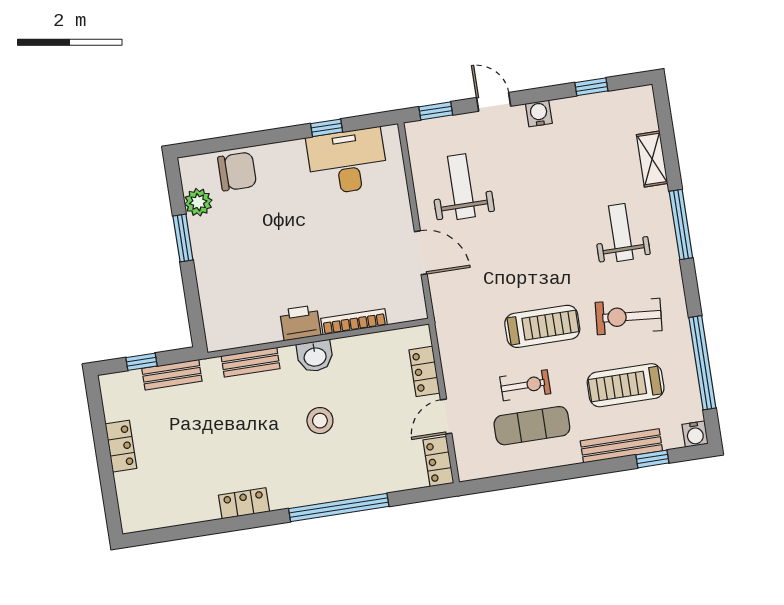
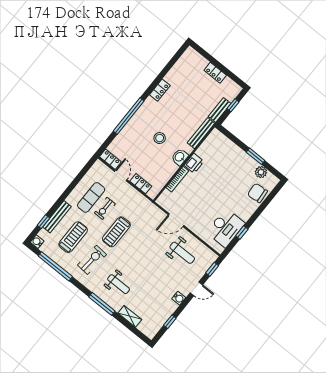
chair: (237, 171) -> (257, 193), turned 85
bench: (251, 362) -> (201, 133), width x1.36

